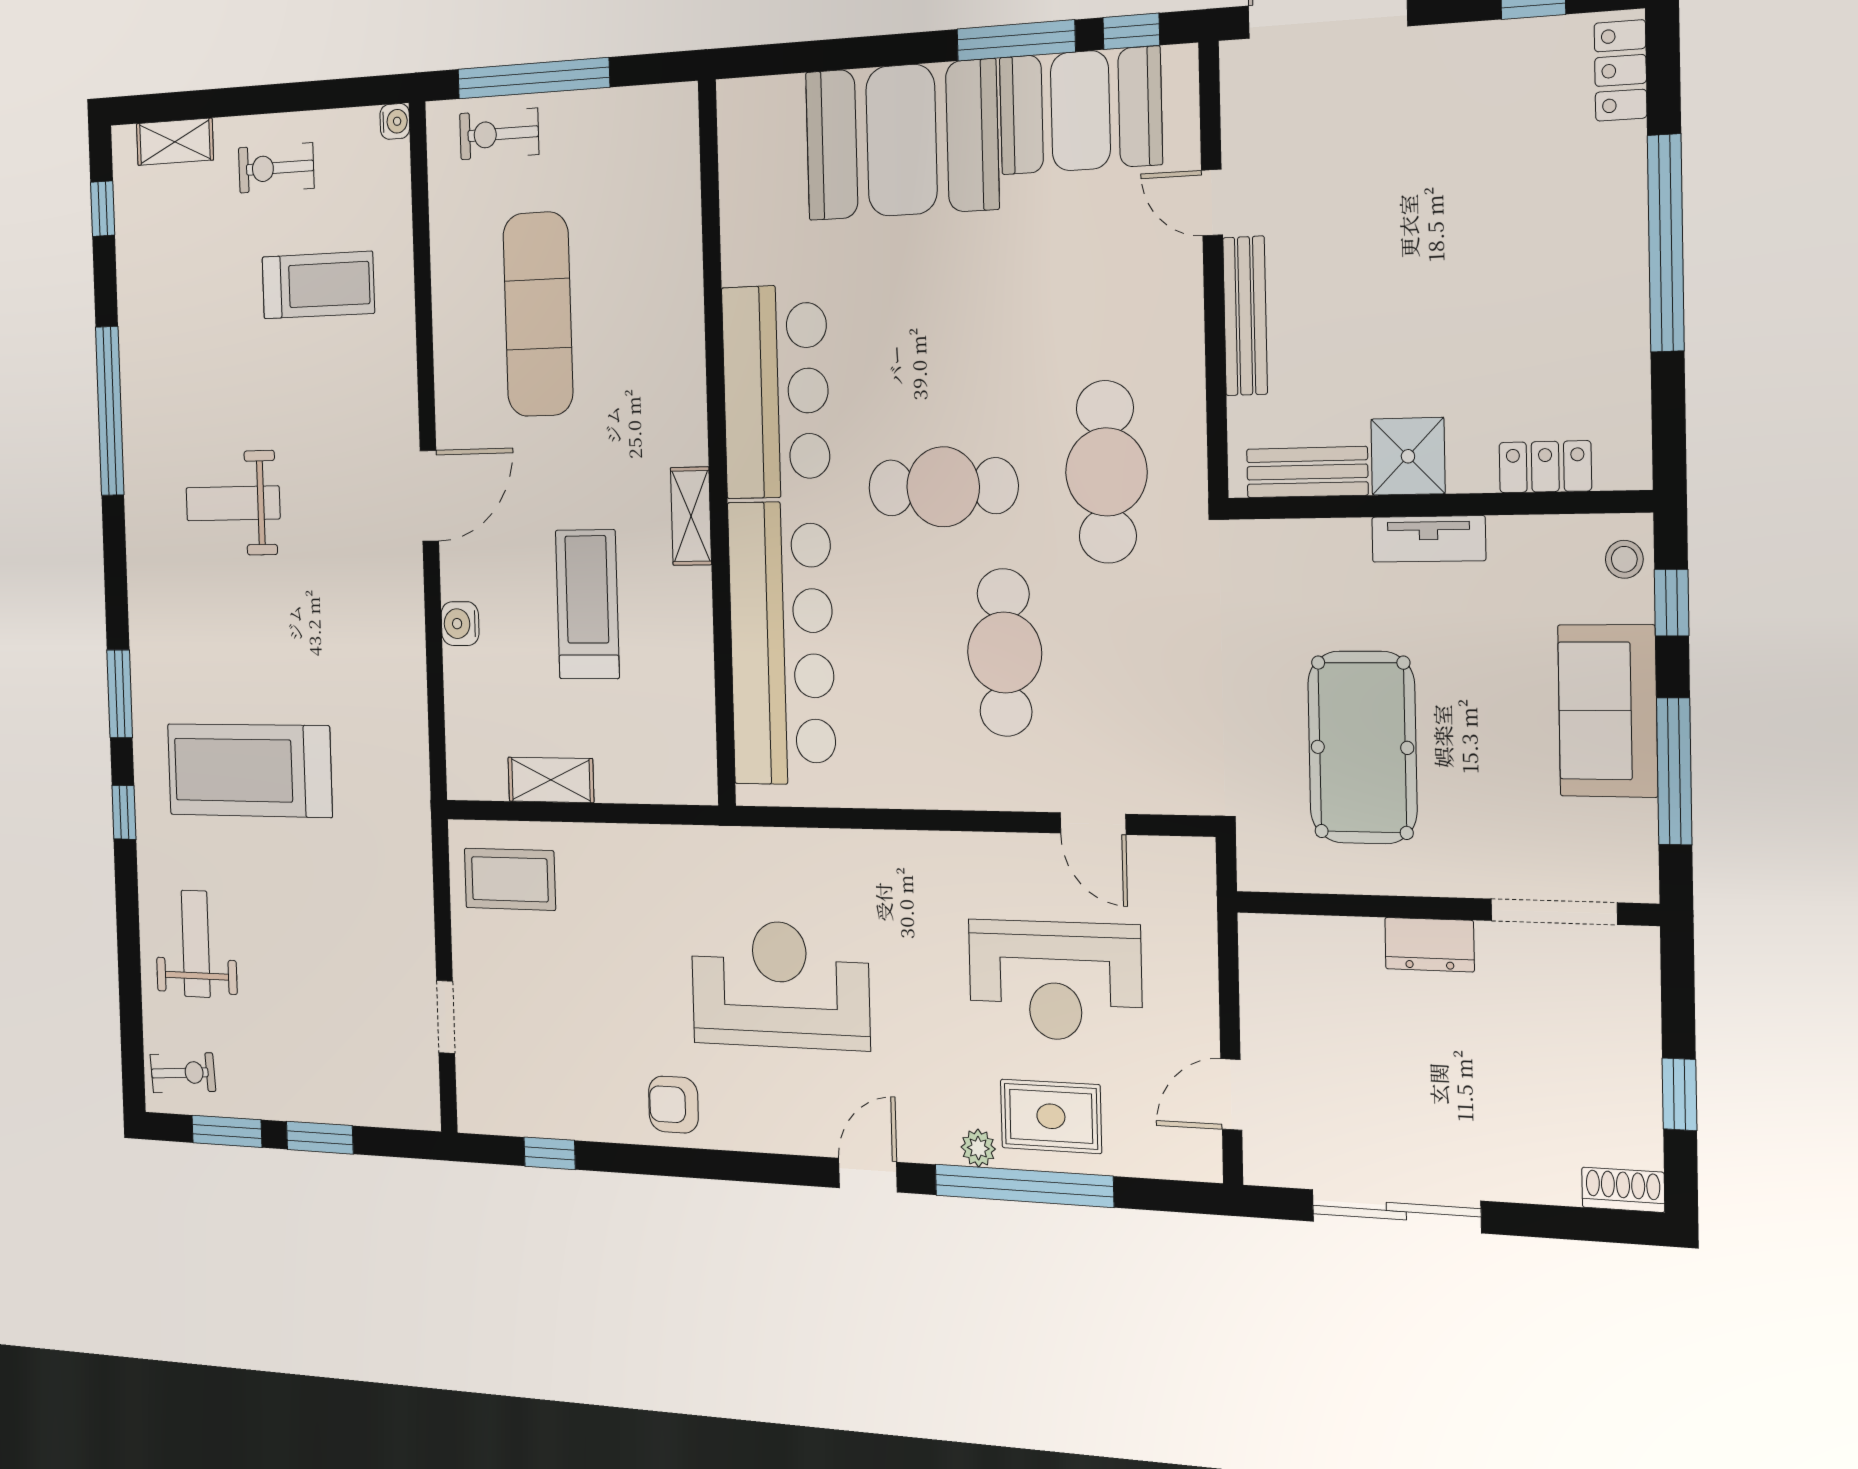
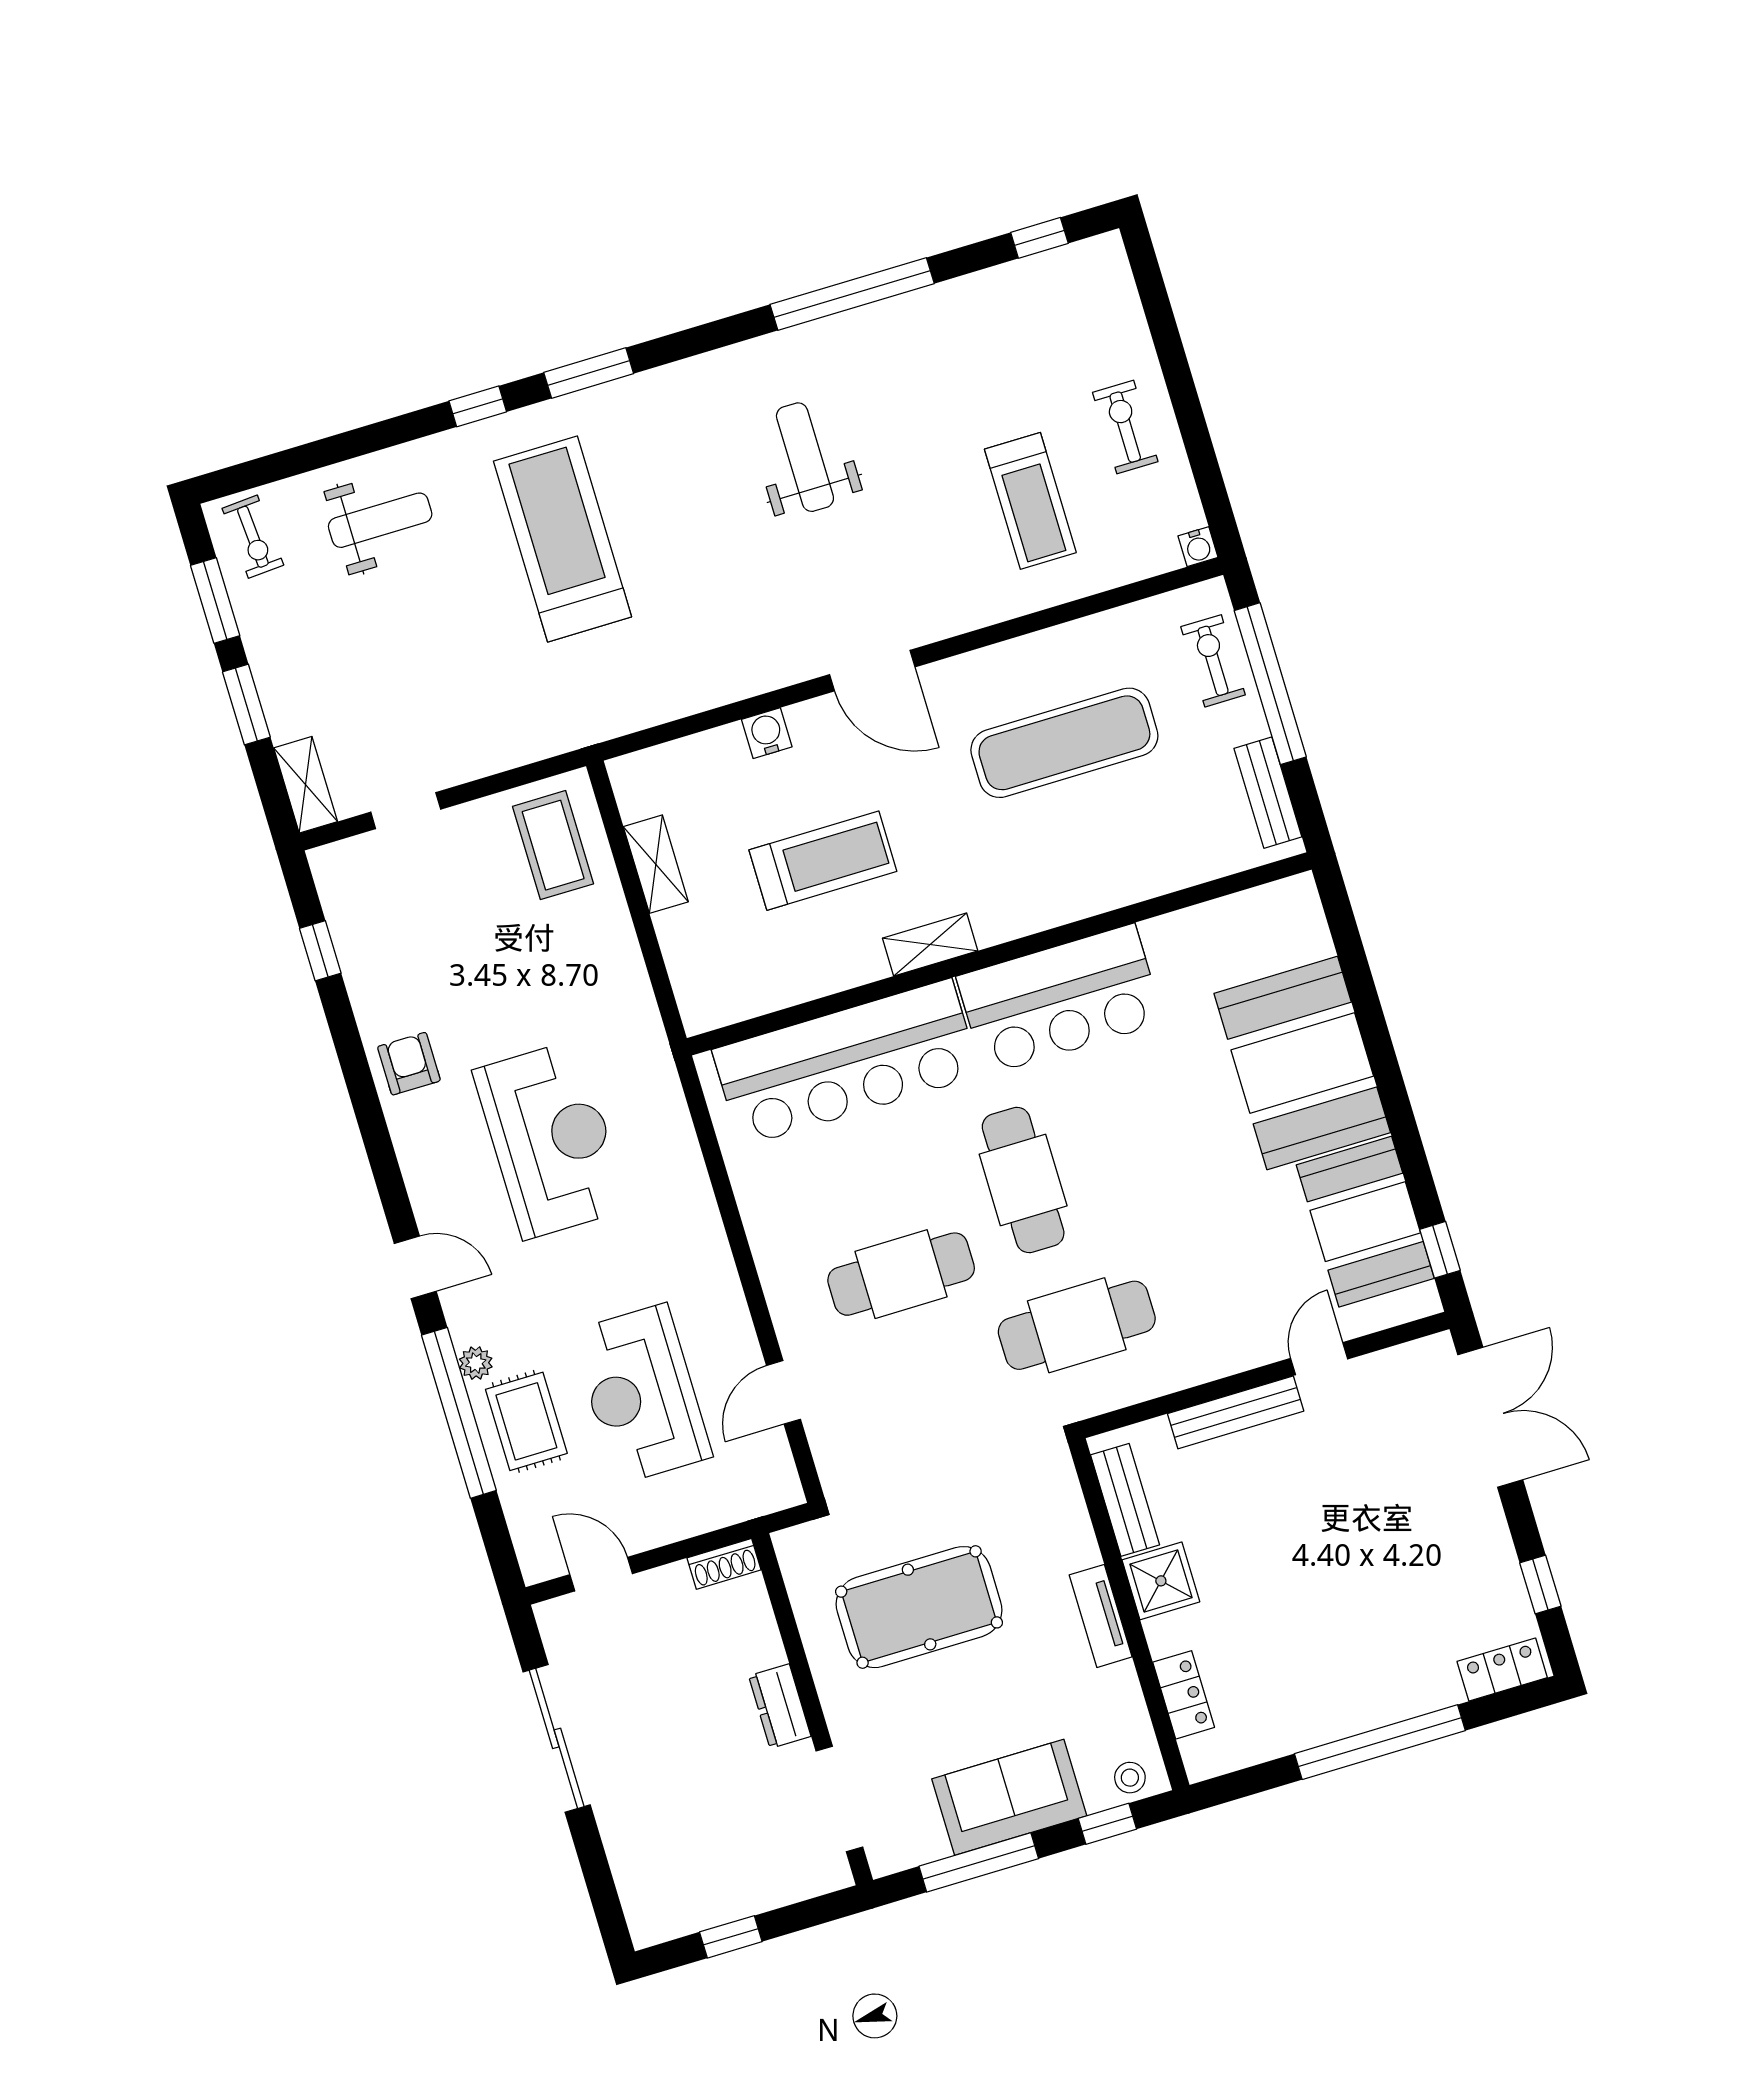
window: (1016, 40) -> (1409, 1147), removed
bench: (633, 108) -> (1268, 793), added
shelving: (175, 142) -> (306, 785), moved
shoe rack: (1623, 1190) -> (724, 1564), moved, turned 90

